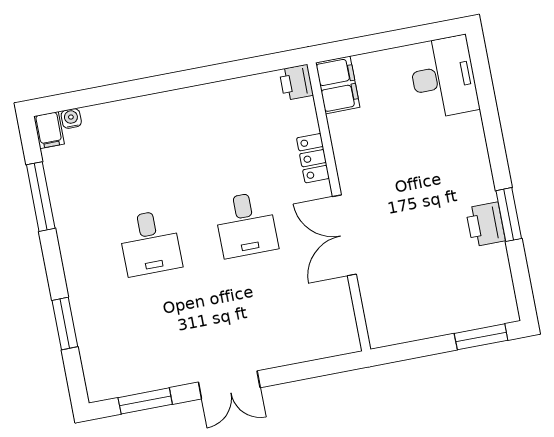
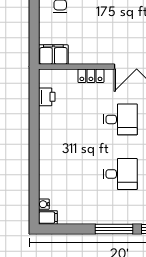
printer: (296, 82) -> (47, 97), moved, turned -90
window: (41, 197) -> (114, 229), moved

